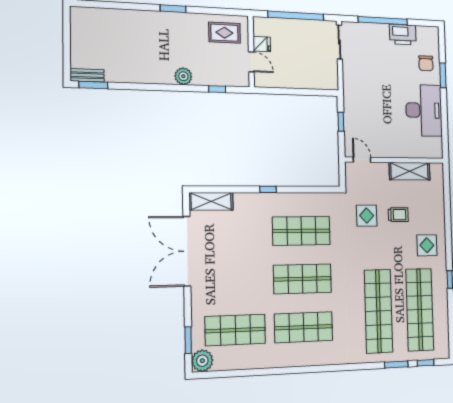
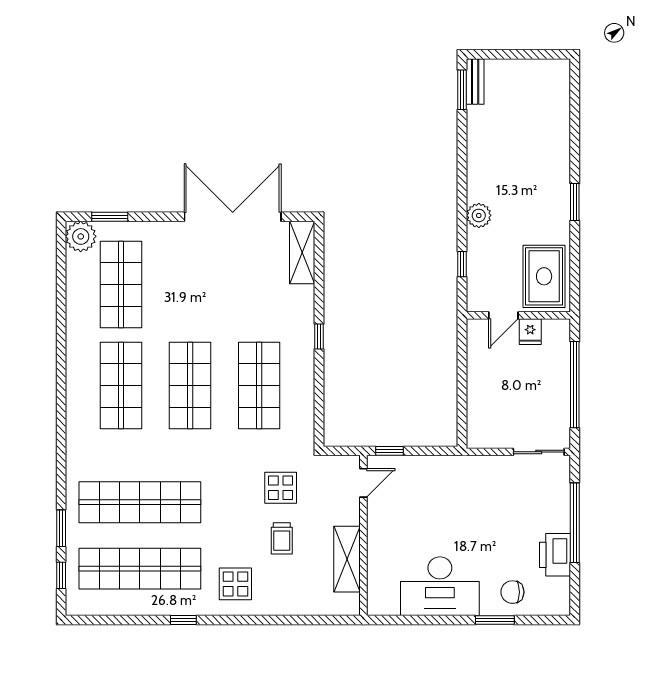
rug: (224, 33) -> (544, 276), width x1.36, depth x1.43
window: (341, 122) -> (389, 451), moved

